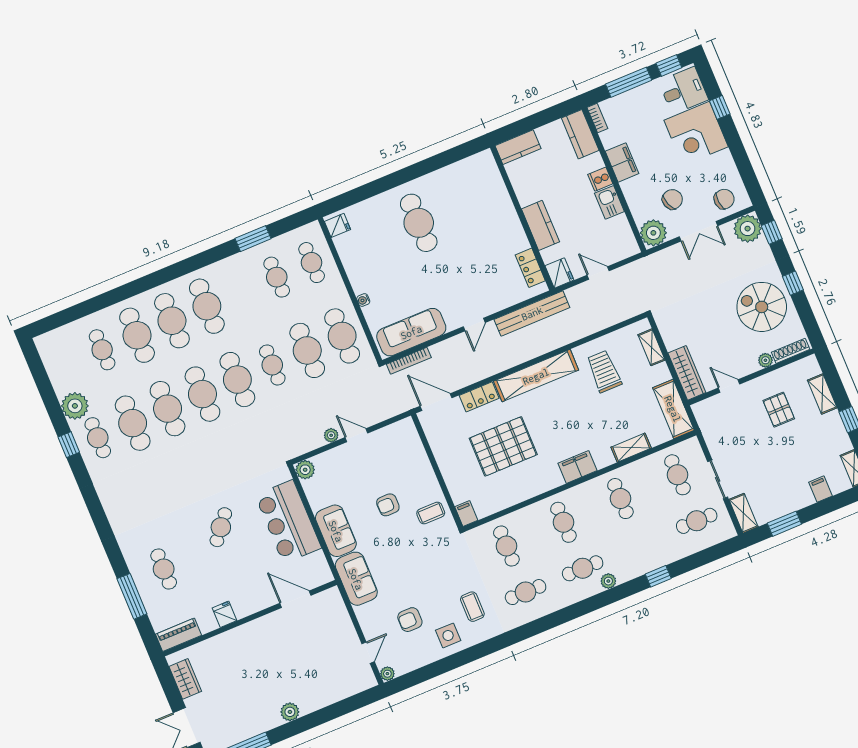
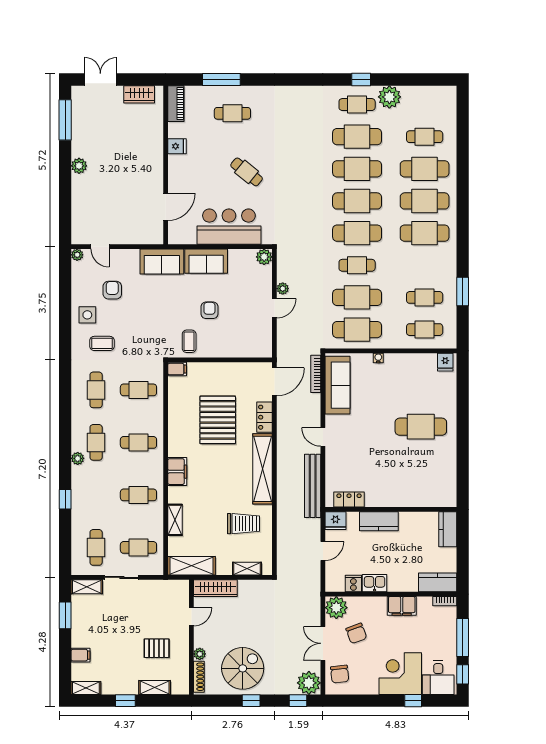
cooker: (600, 179) -> (353, 583), moved

